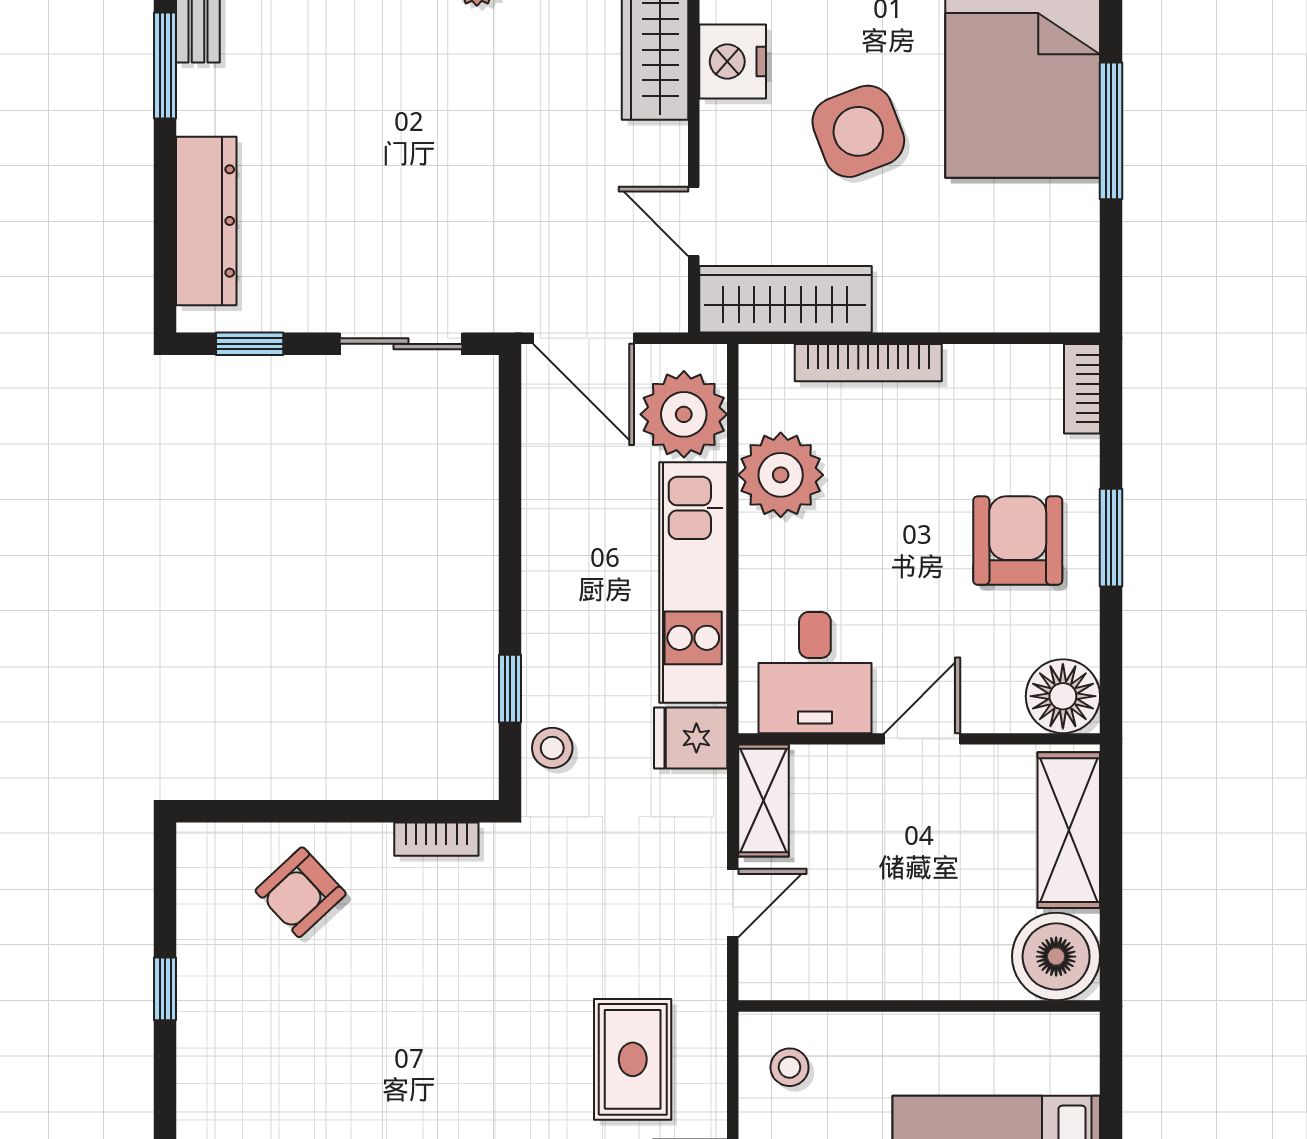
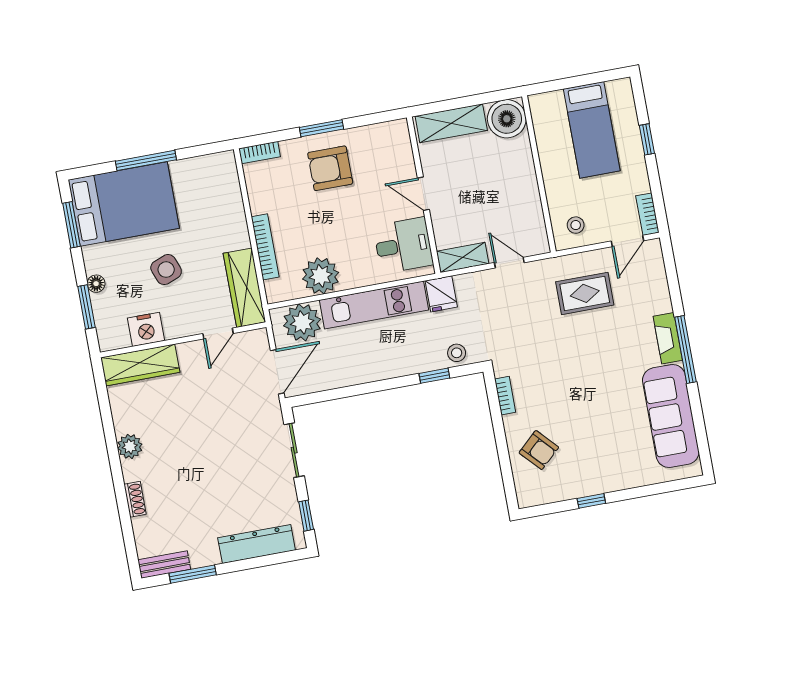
side table: (858, 131) -> (166, 270), width x0.73, depth x0.73
floor lamp: (1063, 696) -> (394, 136), removed

